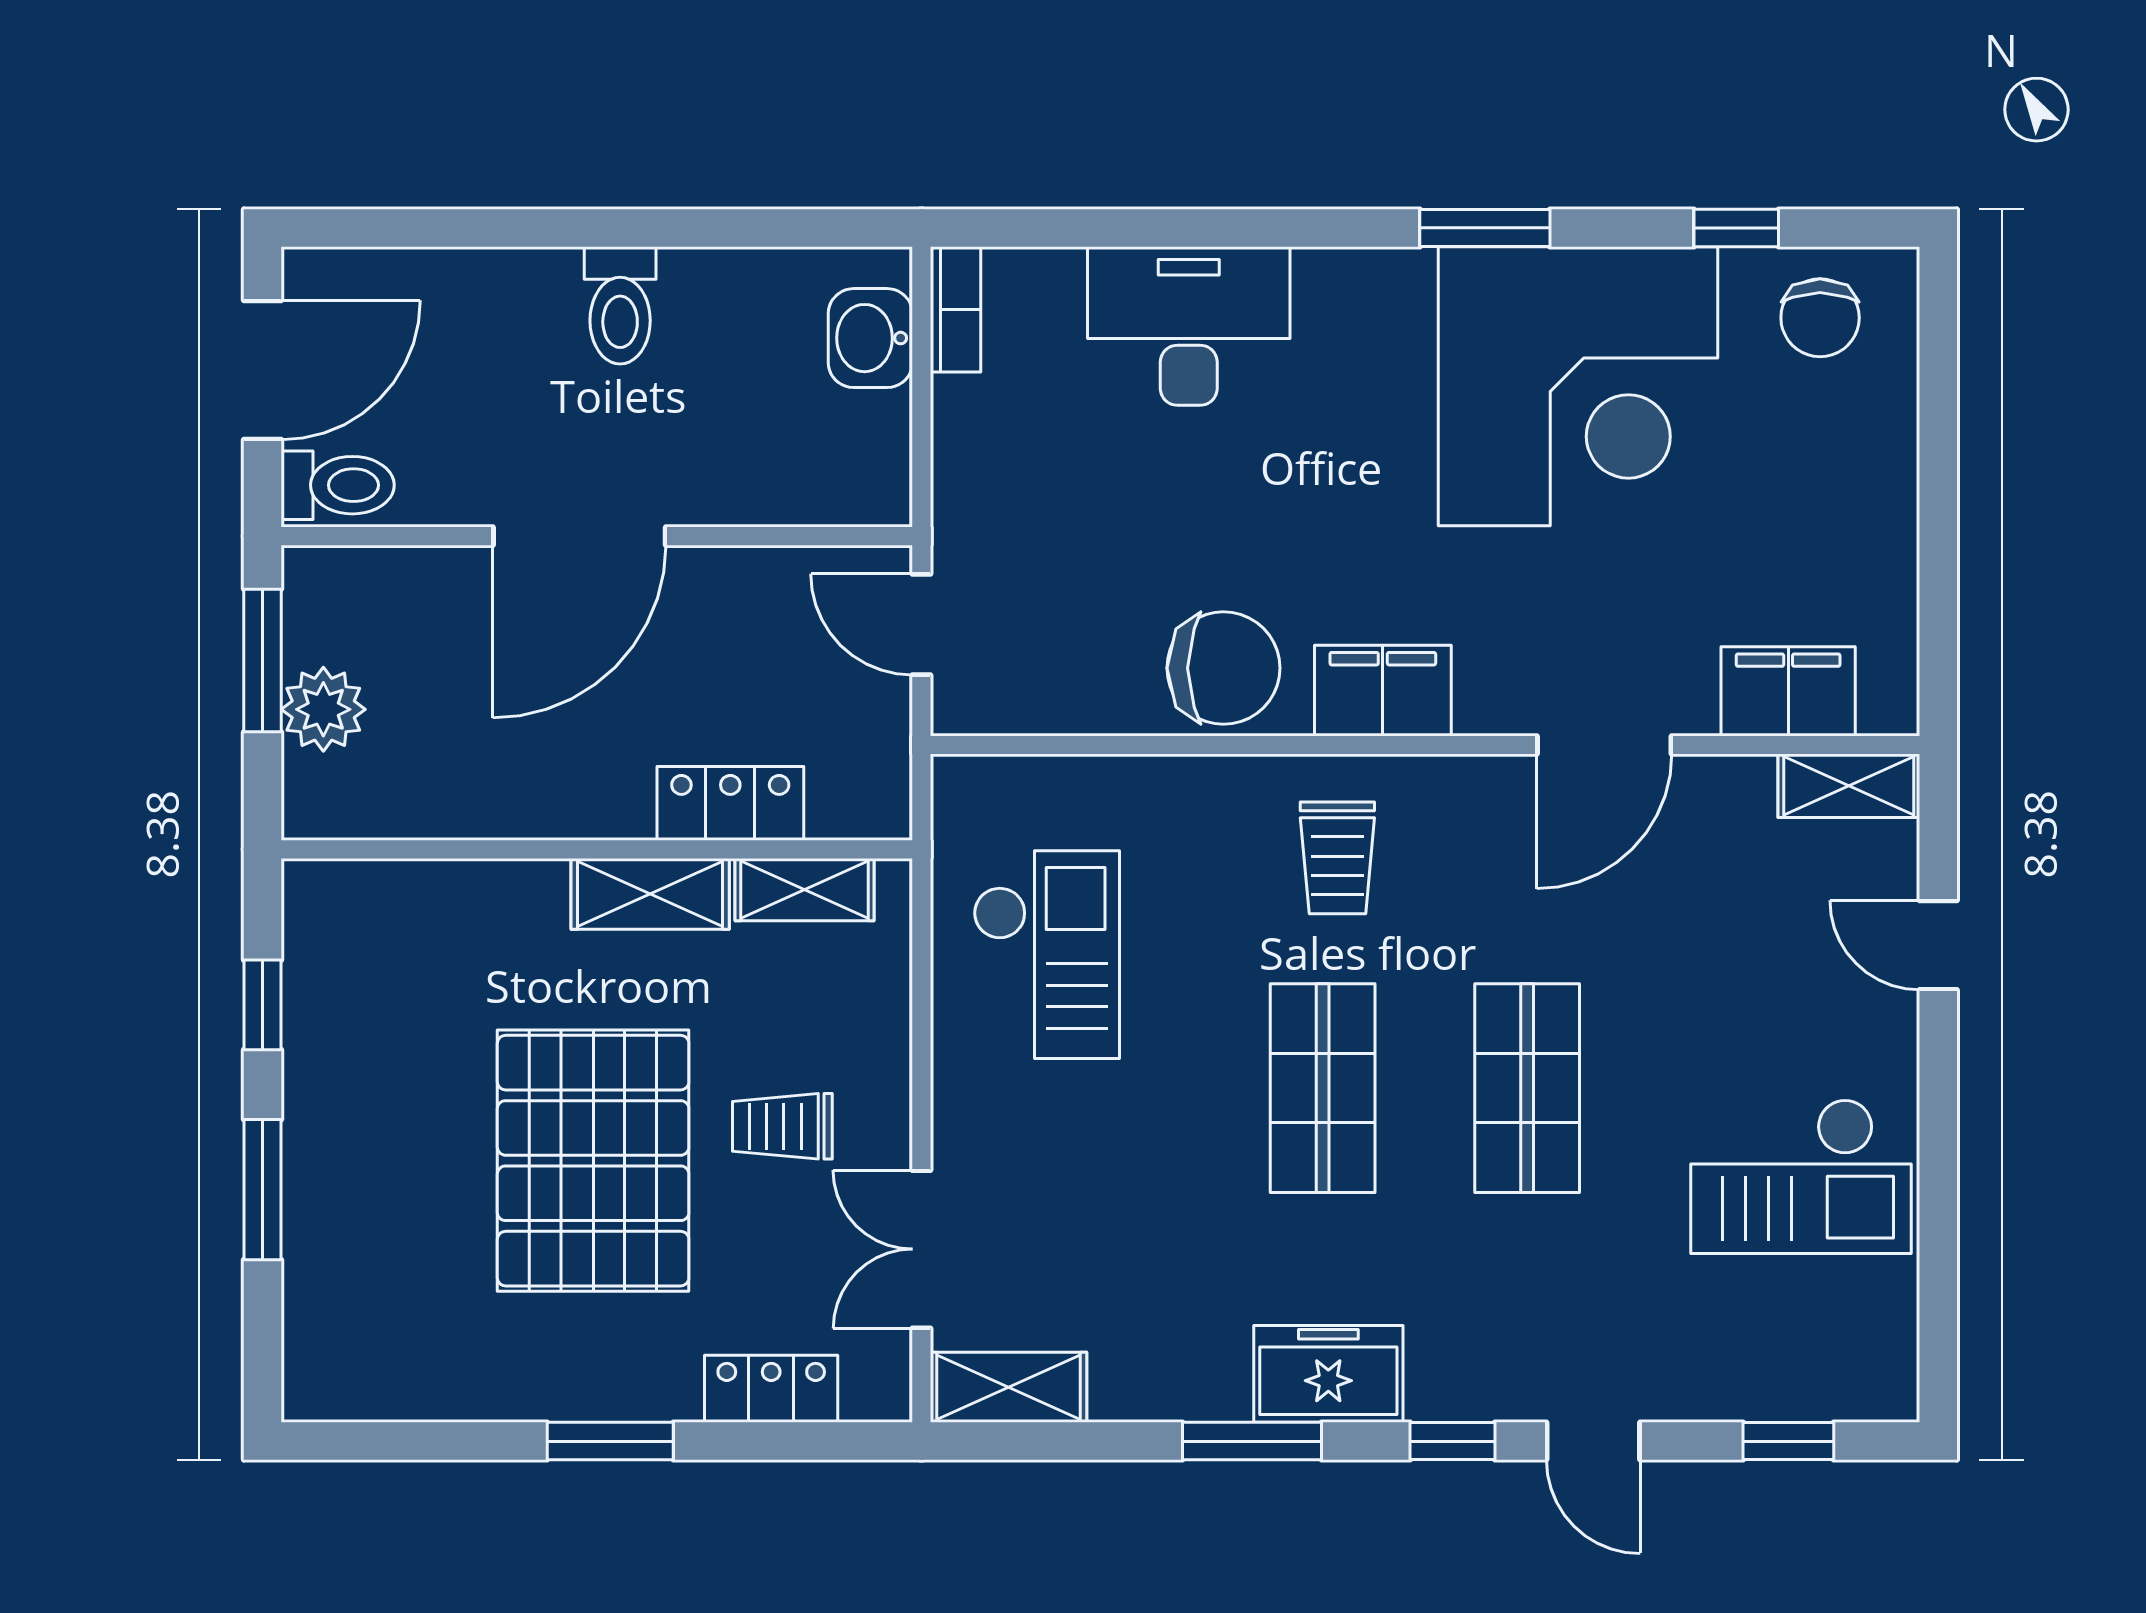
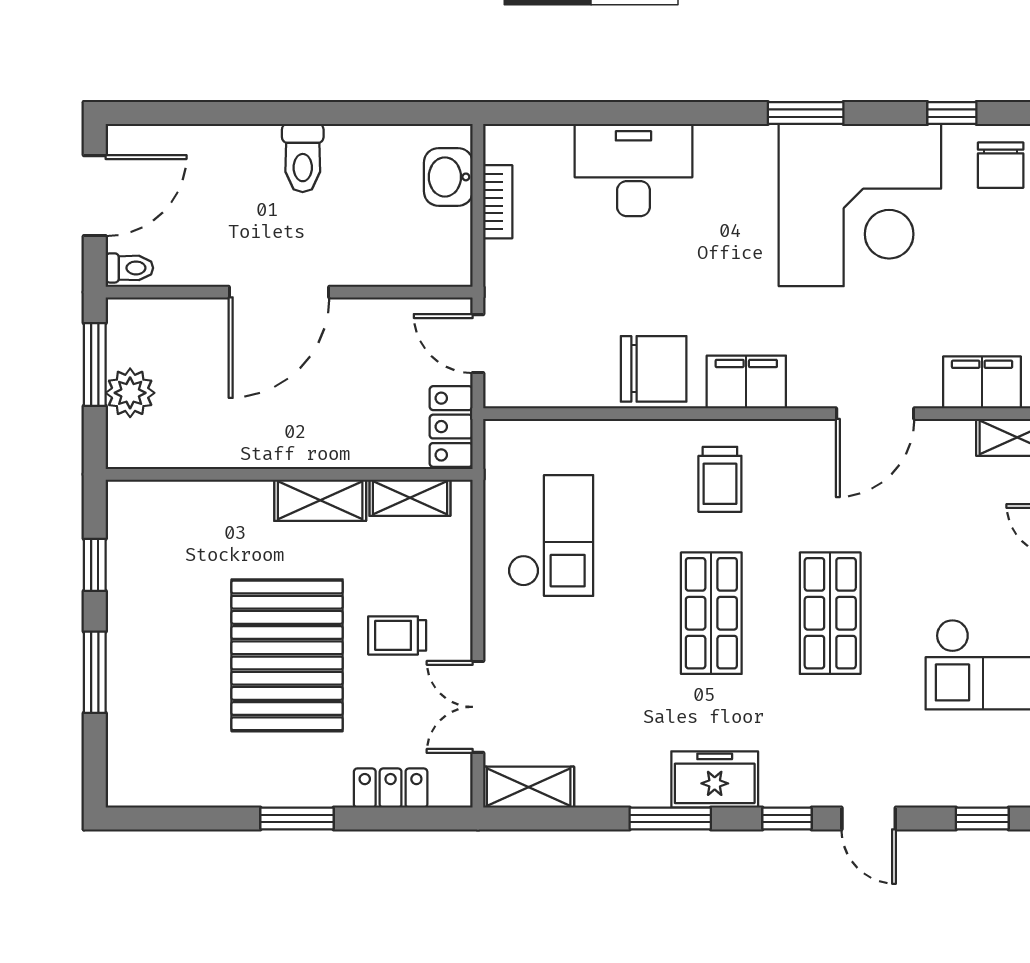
bookcase: (955, 309) -> (498, 202), moved
toilet: (338, 485) -> (129, 268), width x0.73, depth x0.72
locker: (730, 803) -> (451, 427), moved, turned -90

